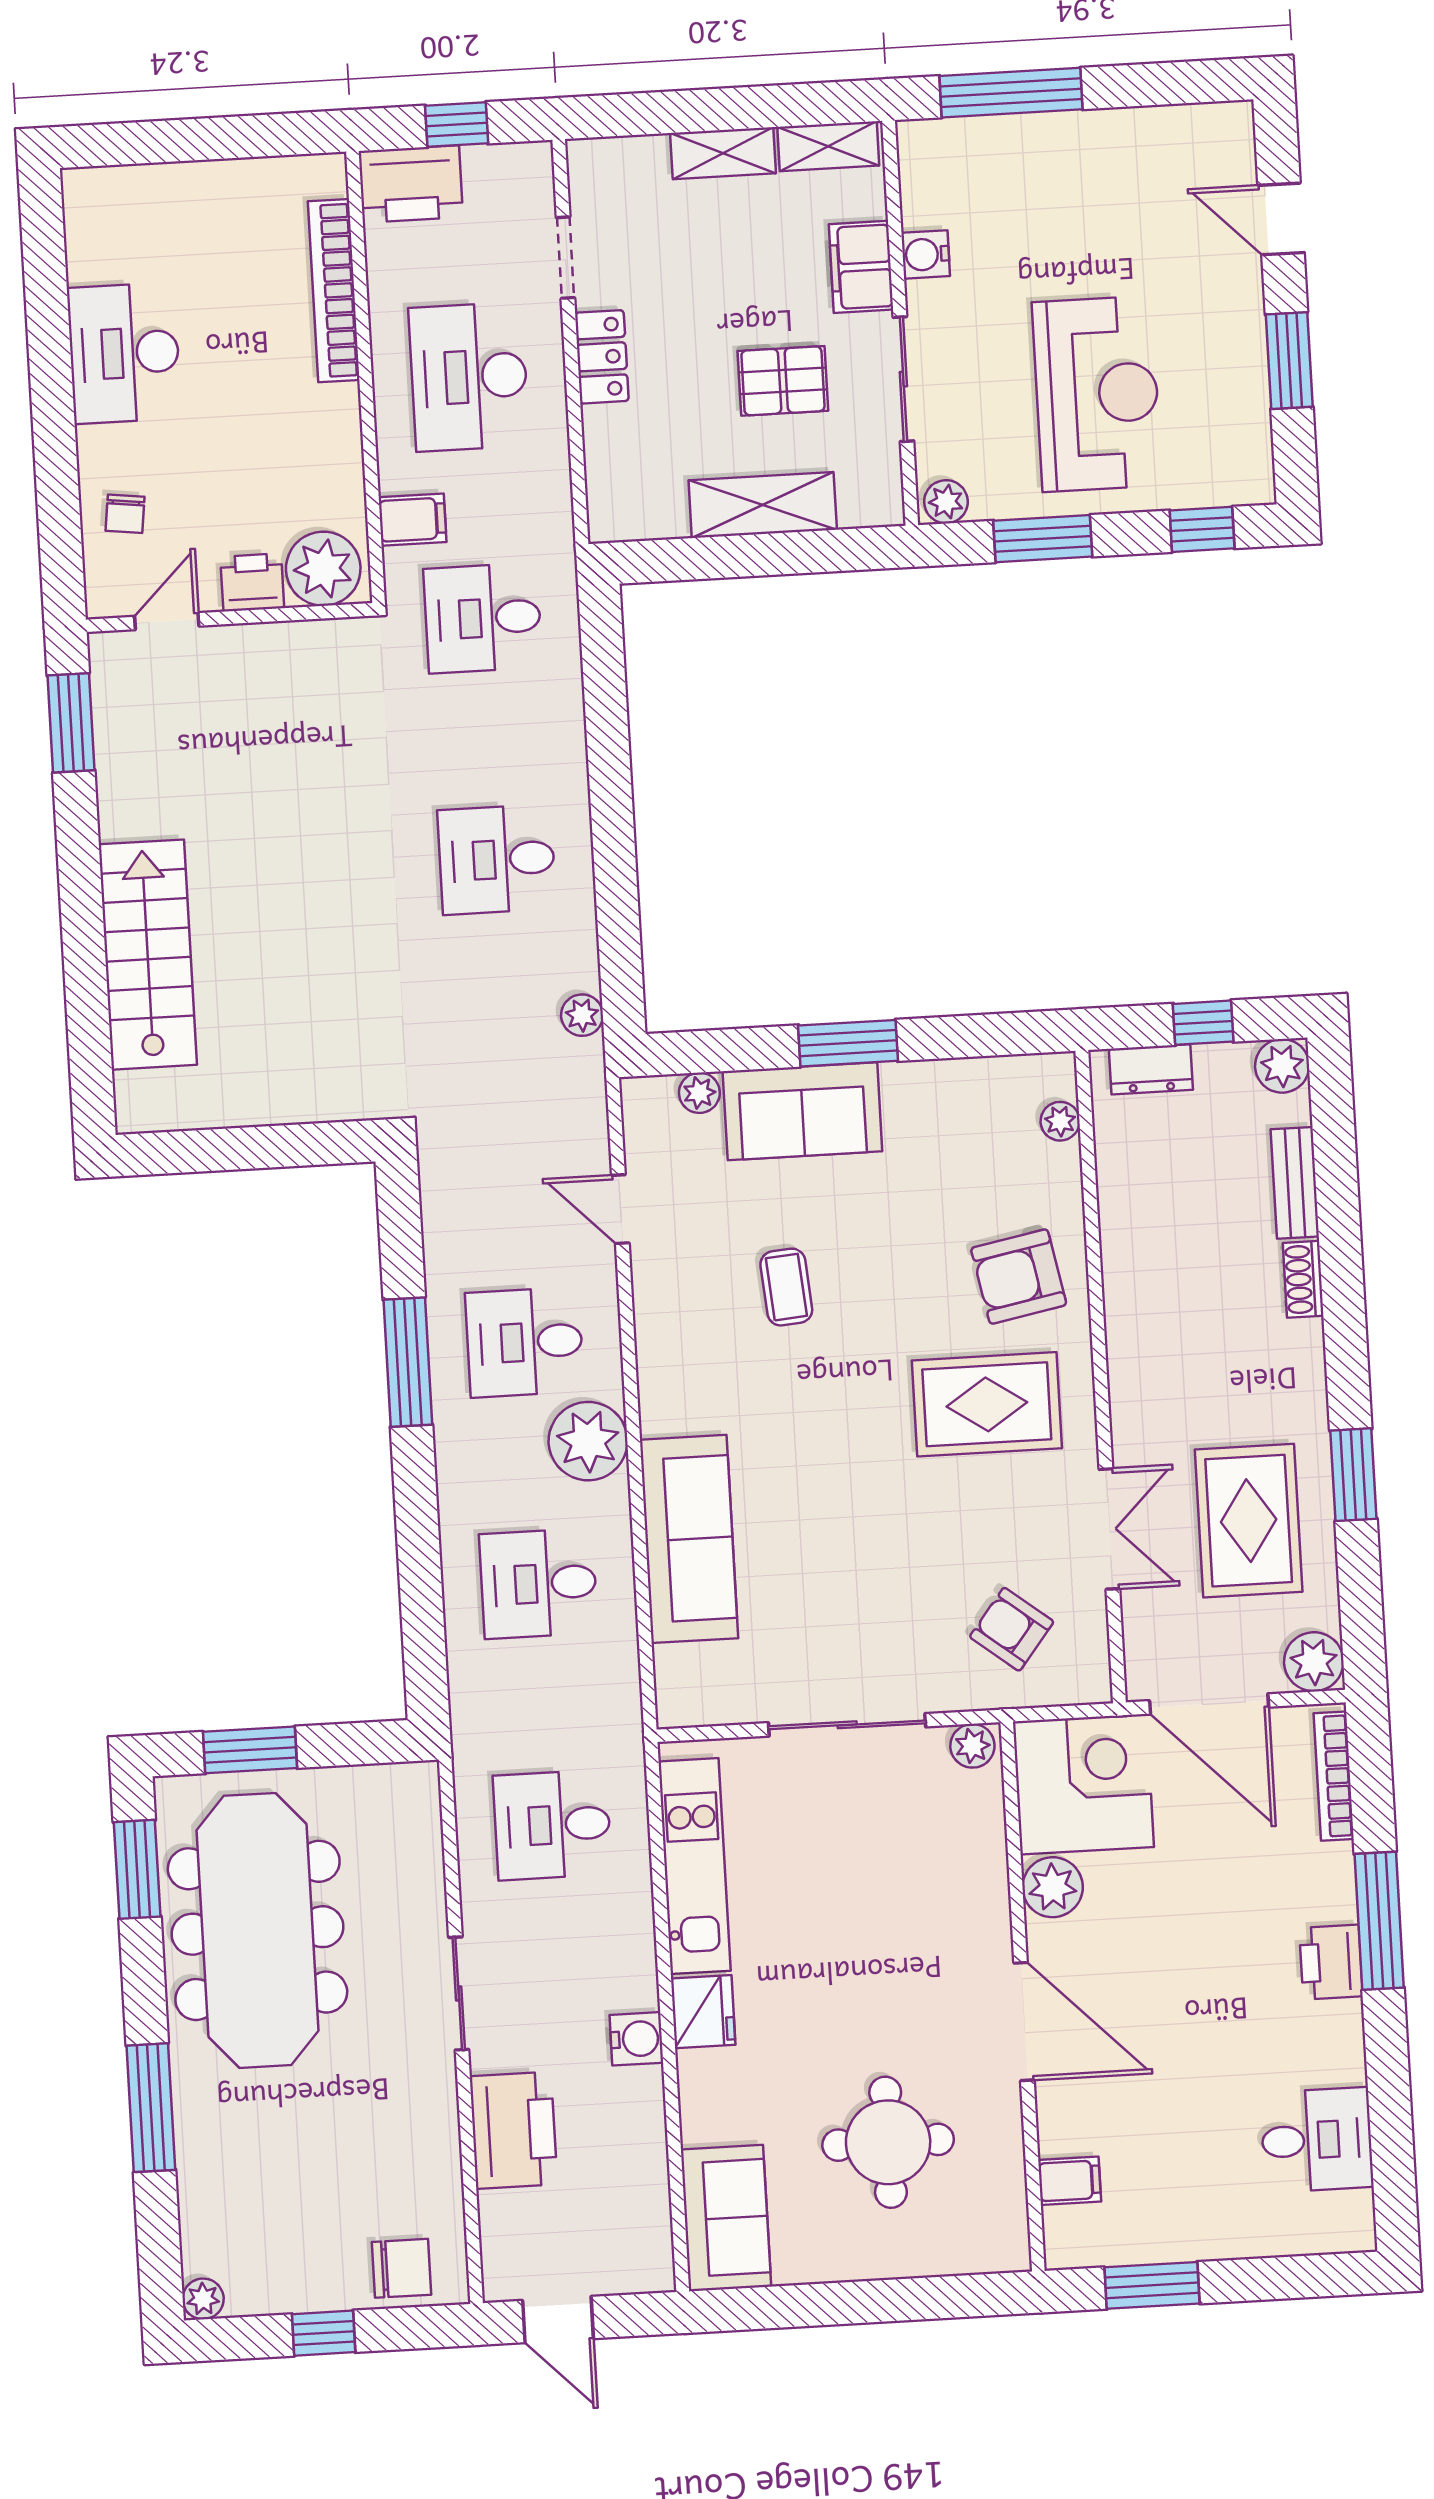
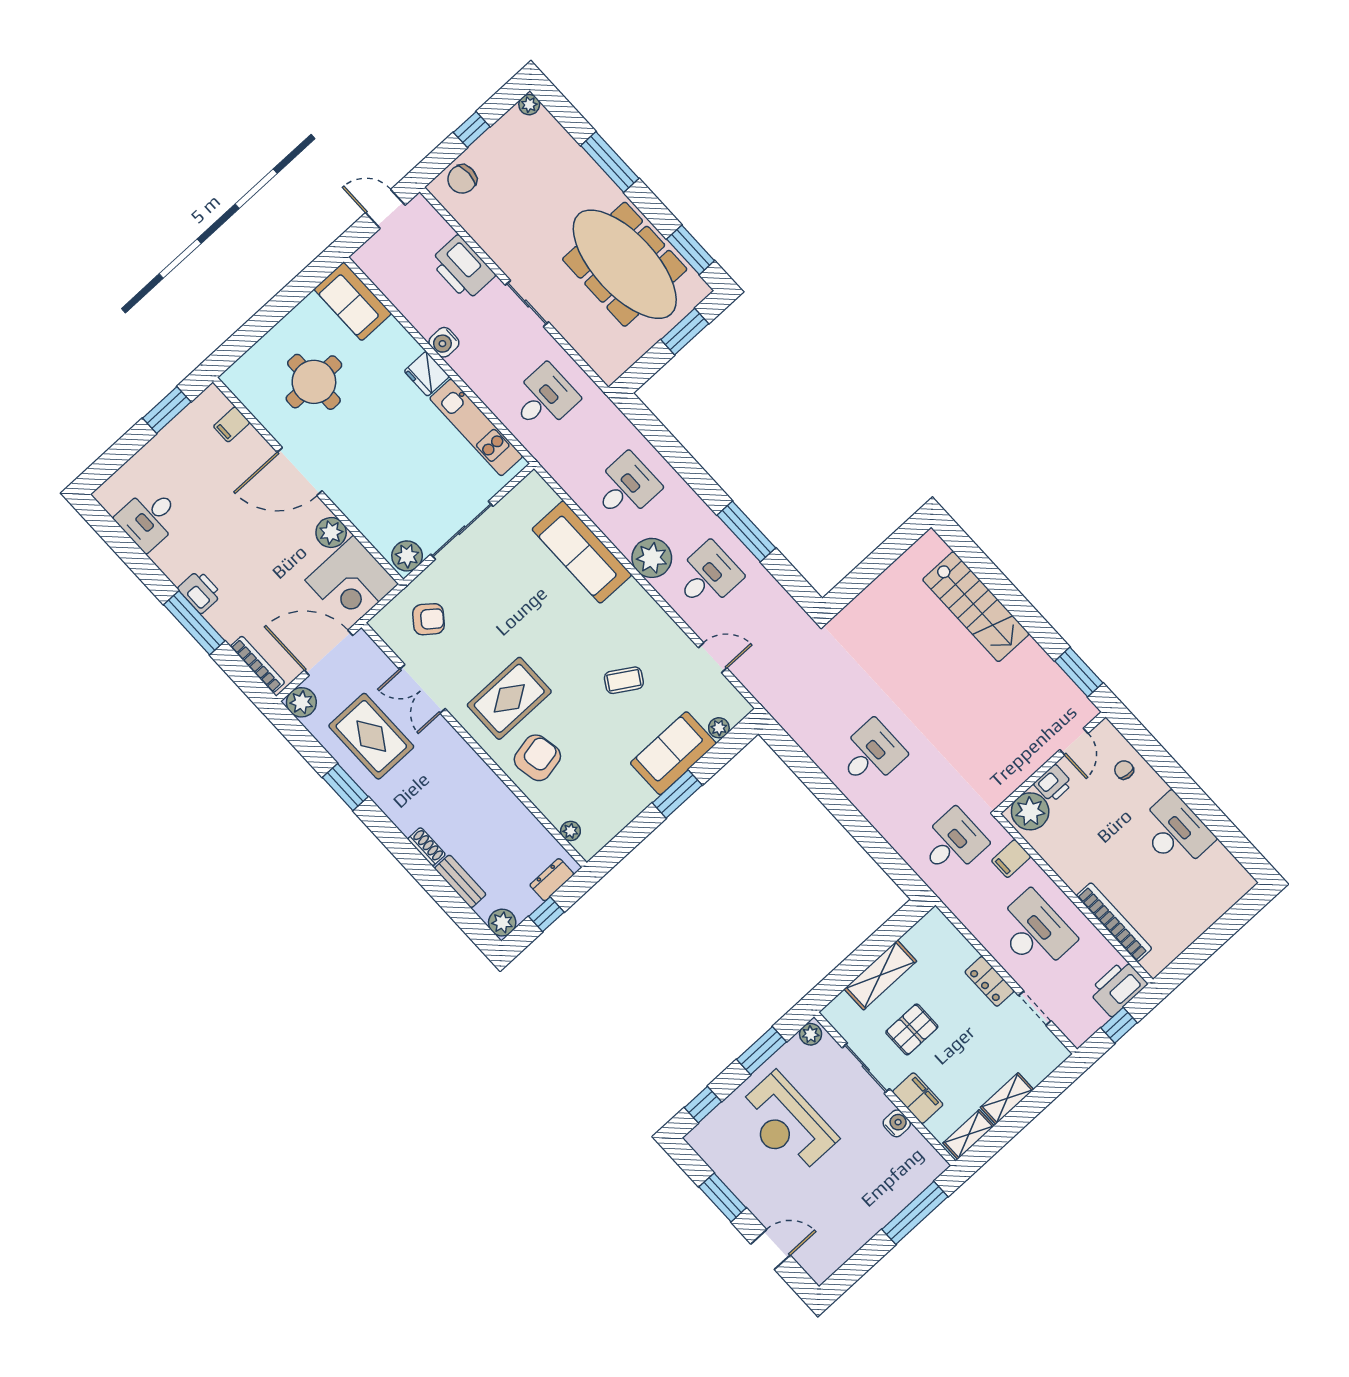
plant: (582, 1015) -> (789, 721), removed
coffee table: (786, 1287) -> (624, 680), turned -53
plant: (972, 1746) -> (407, 556), width x1.38, depth x1.38

